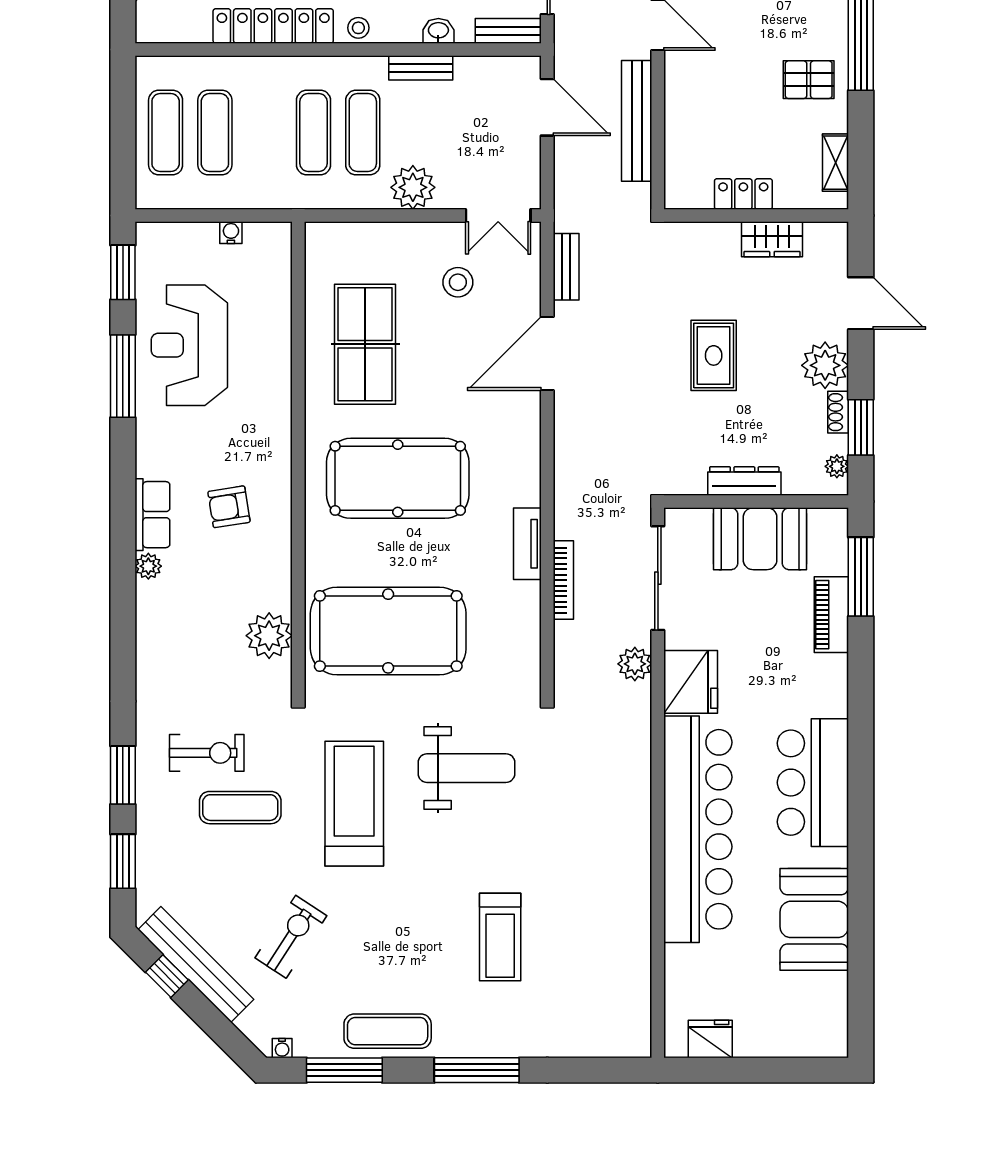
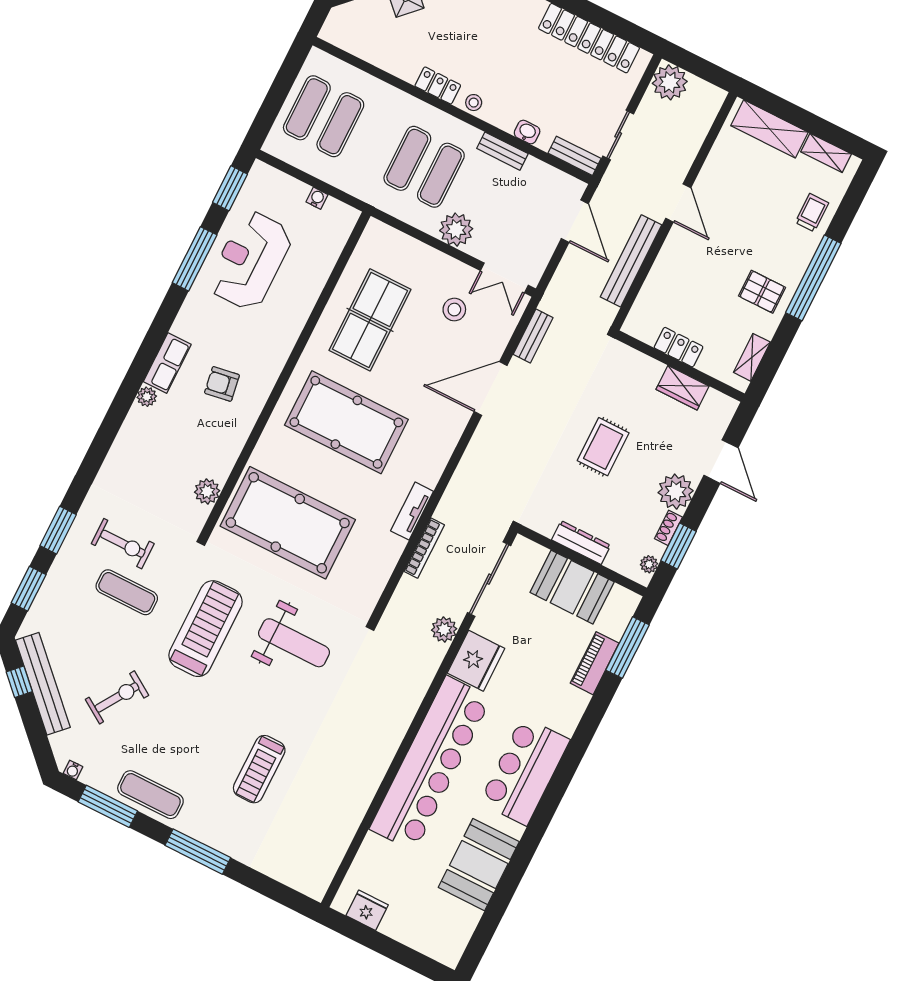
locker: (273, 26) -> (438, 85), width x0.46, depth x0.83
plant: (269, 636) -> (207, 491), width x0.73, depth x0.73

